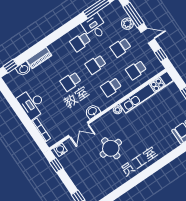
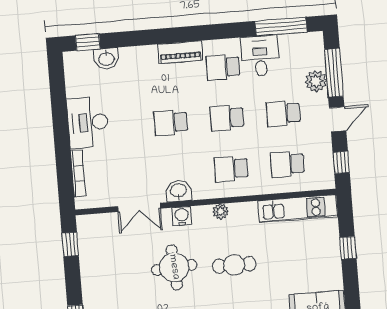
door: (148, 36) -> (338, 119), hinge flipped
piano: (39, 58) -> (180, 52), moved
kitchen unit: (146, 92) -> (298, 209), width x0.73
cafe table: (138, 131) -> (234, 265), added
water cooler: (60, 150) -> (182, 216), moved

